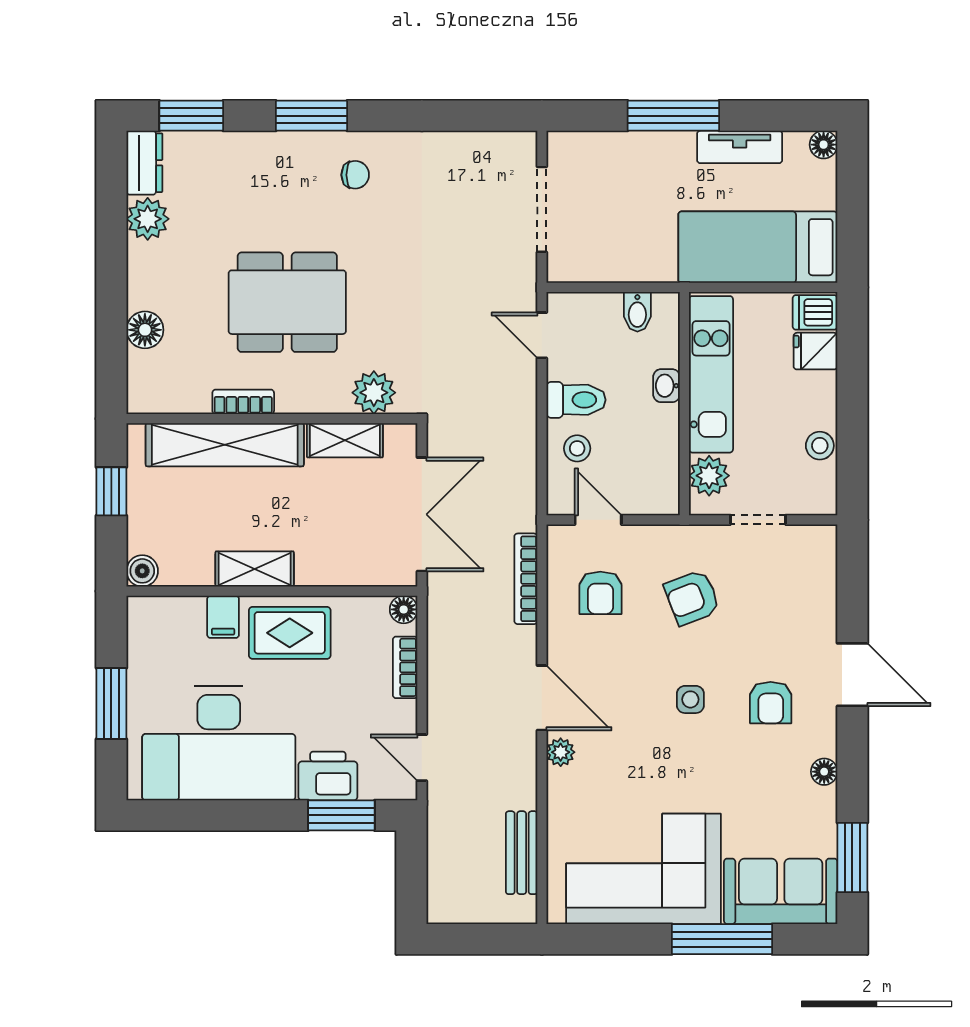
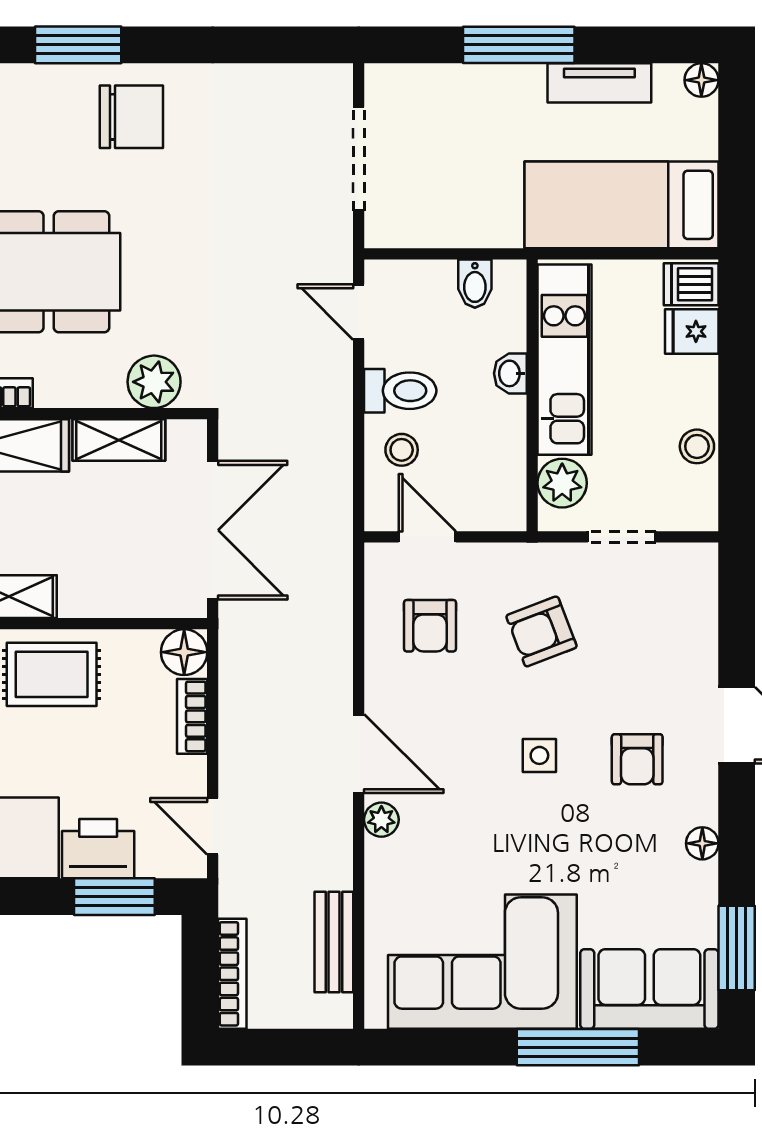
chair: (355, 175) -> (131, 117), width x1.87, depth x1.87
bookcase: (526, 579) -> (232, 974), moved, turned 180
floor lamp: (404, 609) -> (184, 652), width x1.37, depth x1.37

